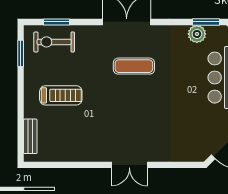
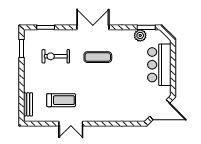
exercise bike: (54, 42) -> (56, 56), moved
treadmill: (61, 95) -> (61, 100), moved
double door: (129, 165) -> (71, 124), moved

